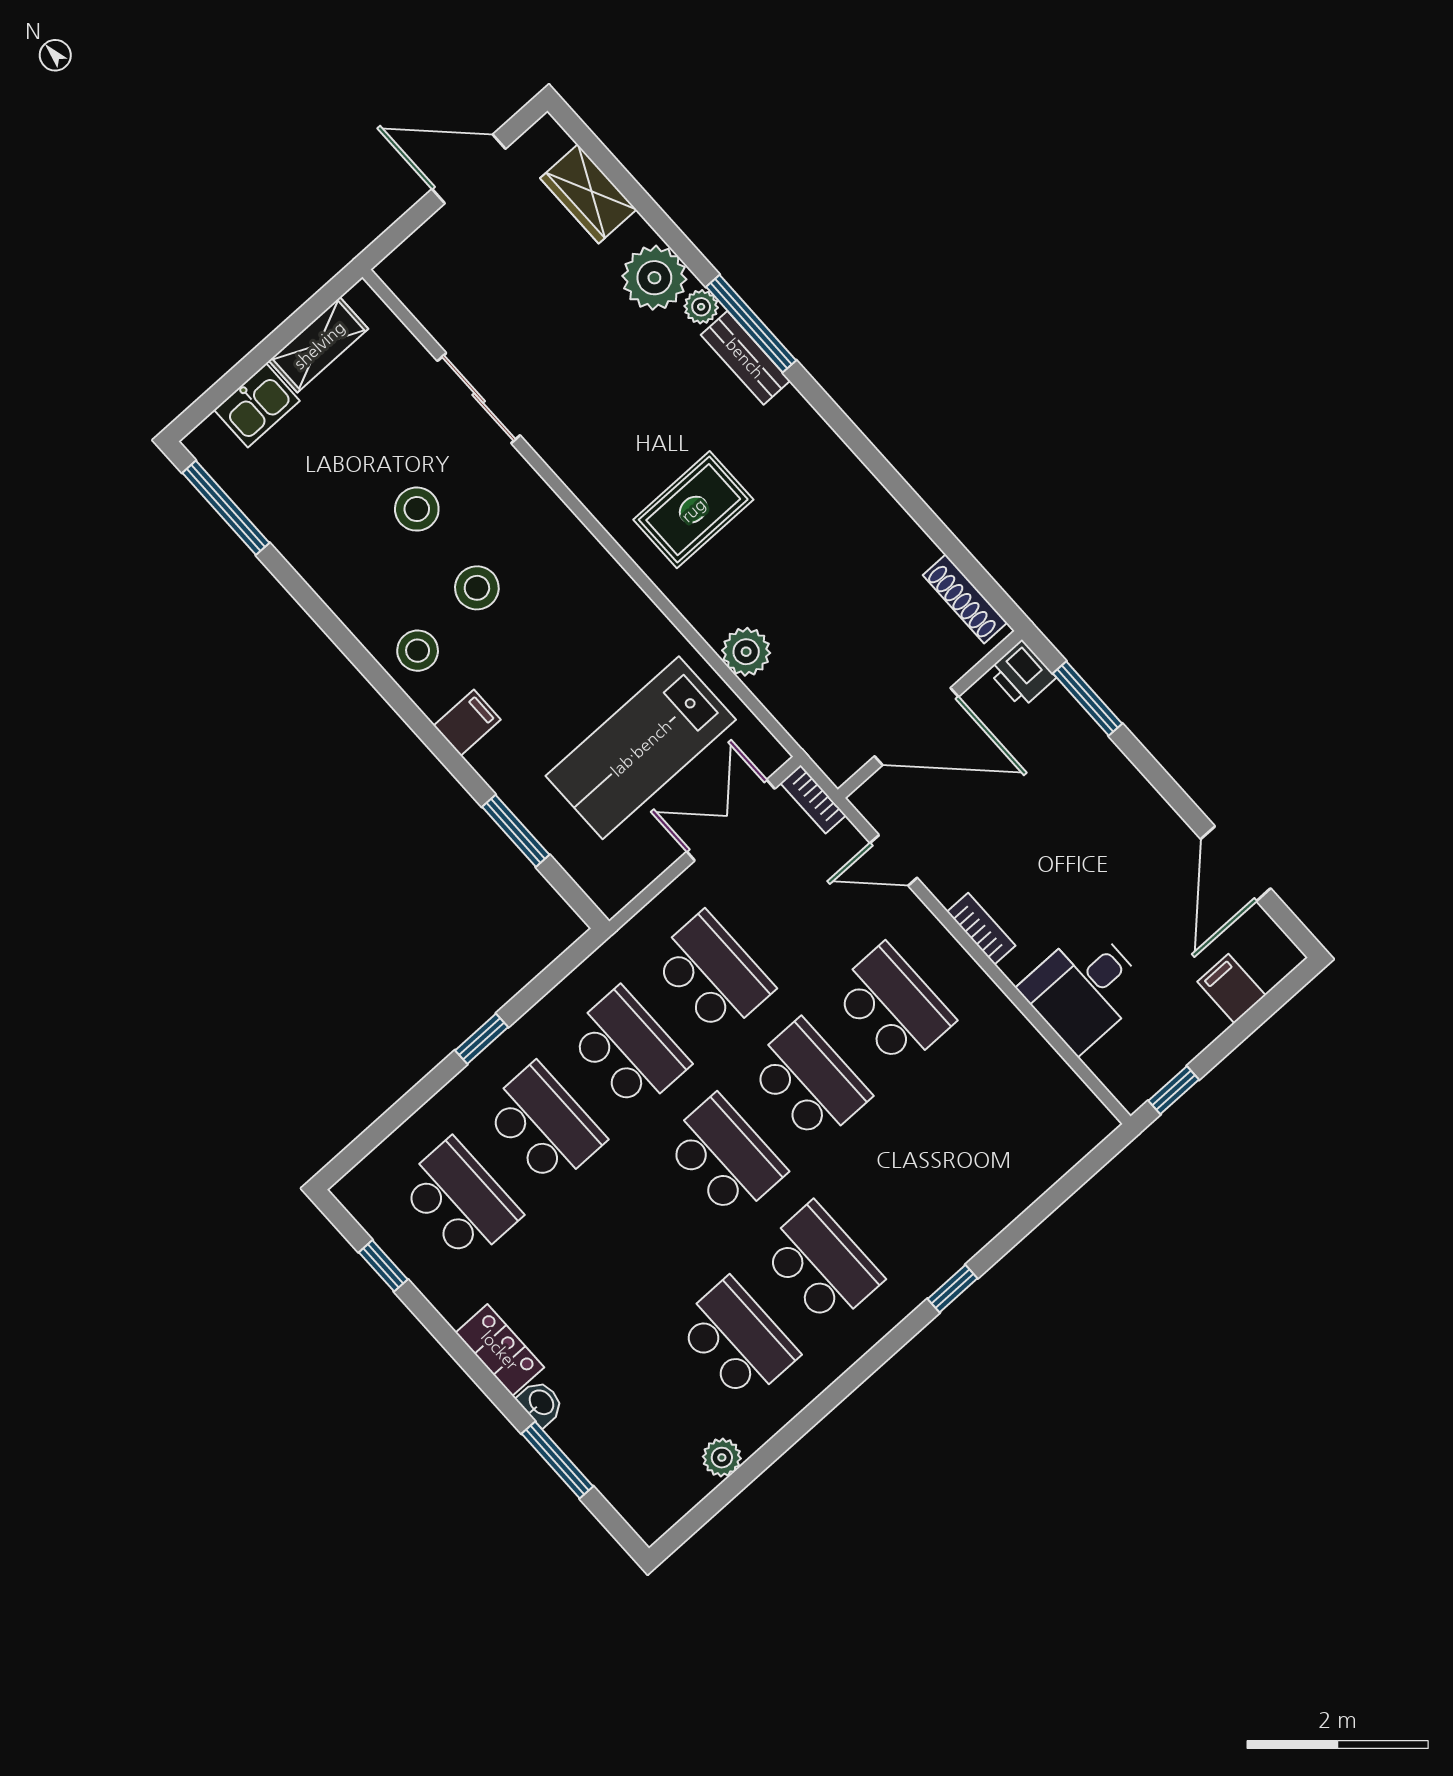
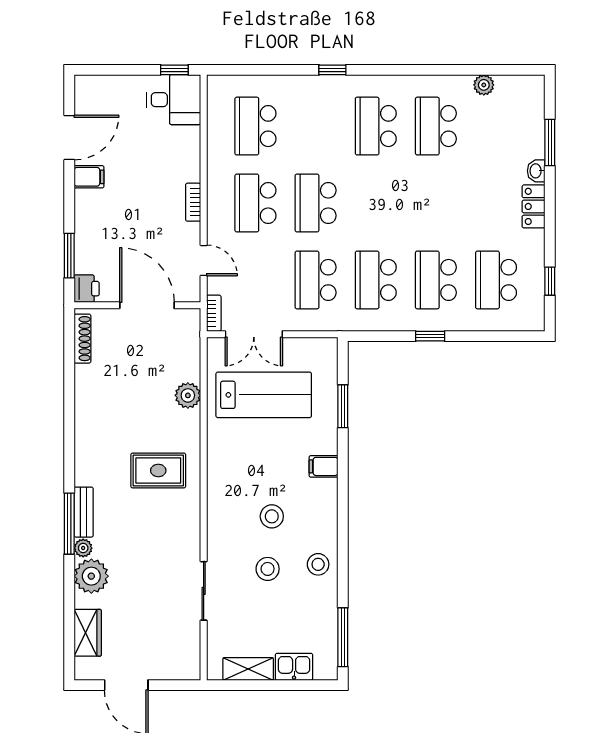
stool: (418, 651) -> (318, 564), moved
filing cabinet: (1231, 988) -> (89, 177), moved, turned -90
desk: (1084, 989) -> (174, 100), moved
school desk: (725, 1157) -> (255, 126), moved

